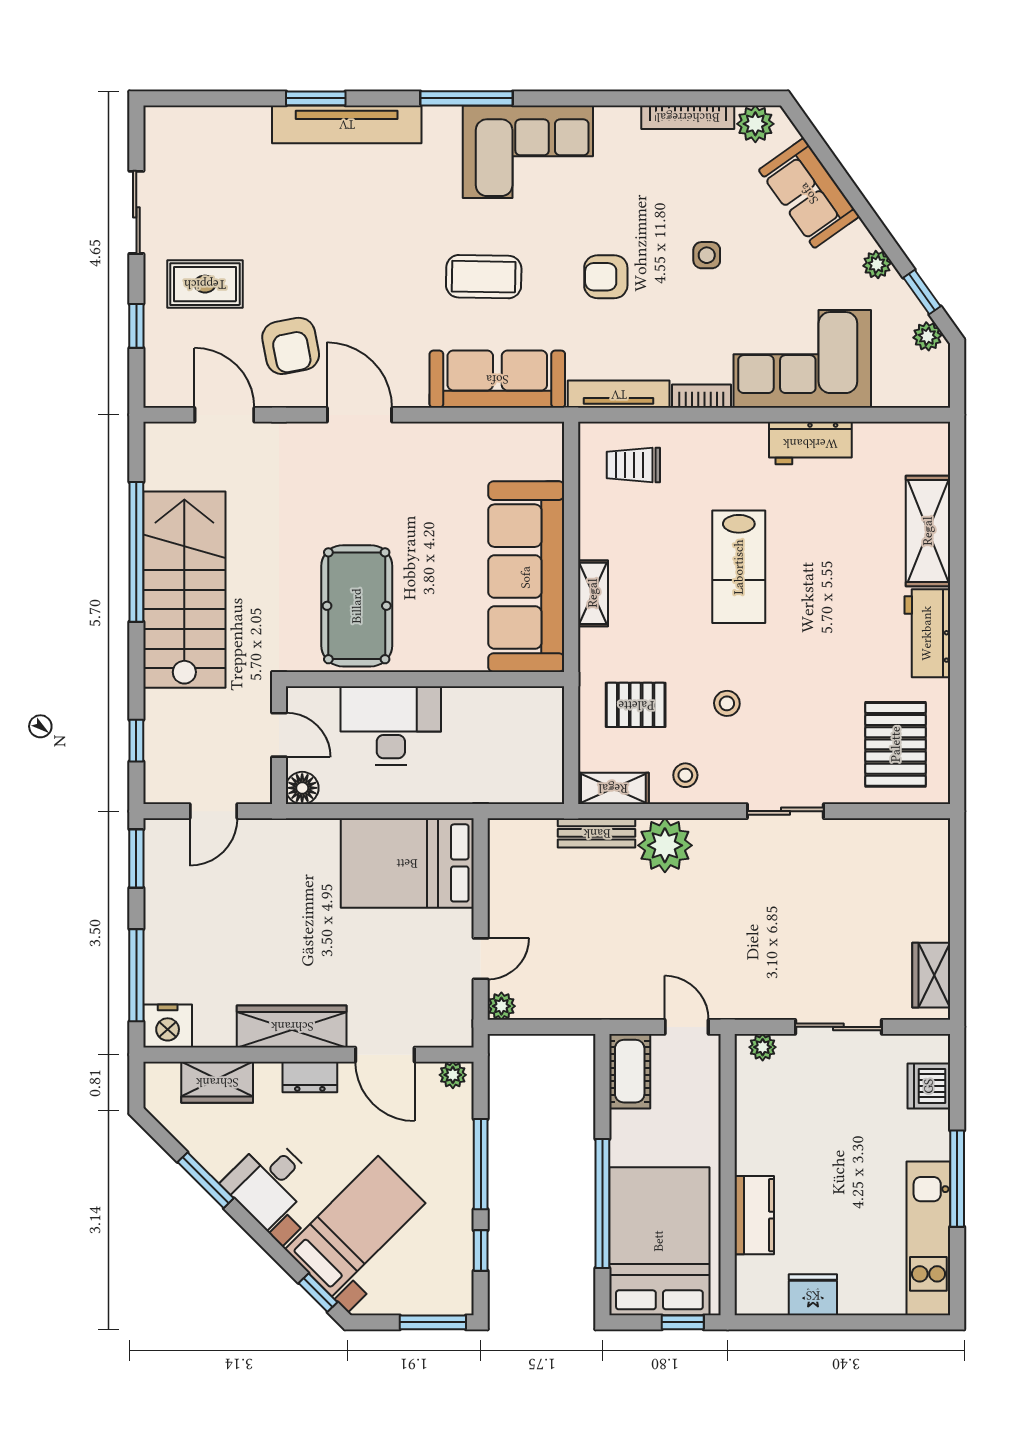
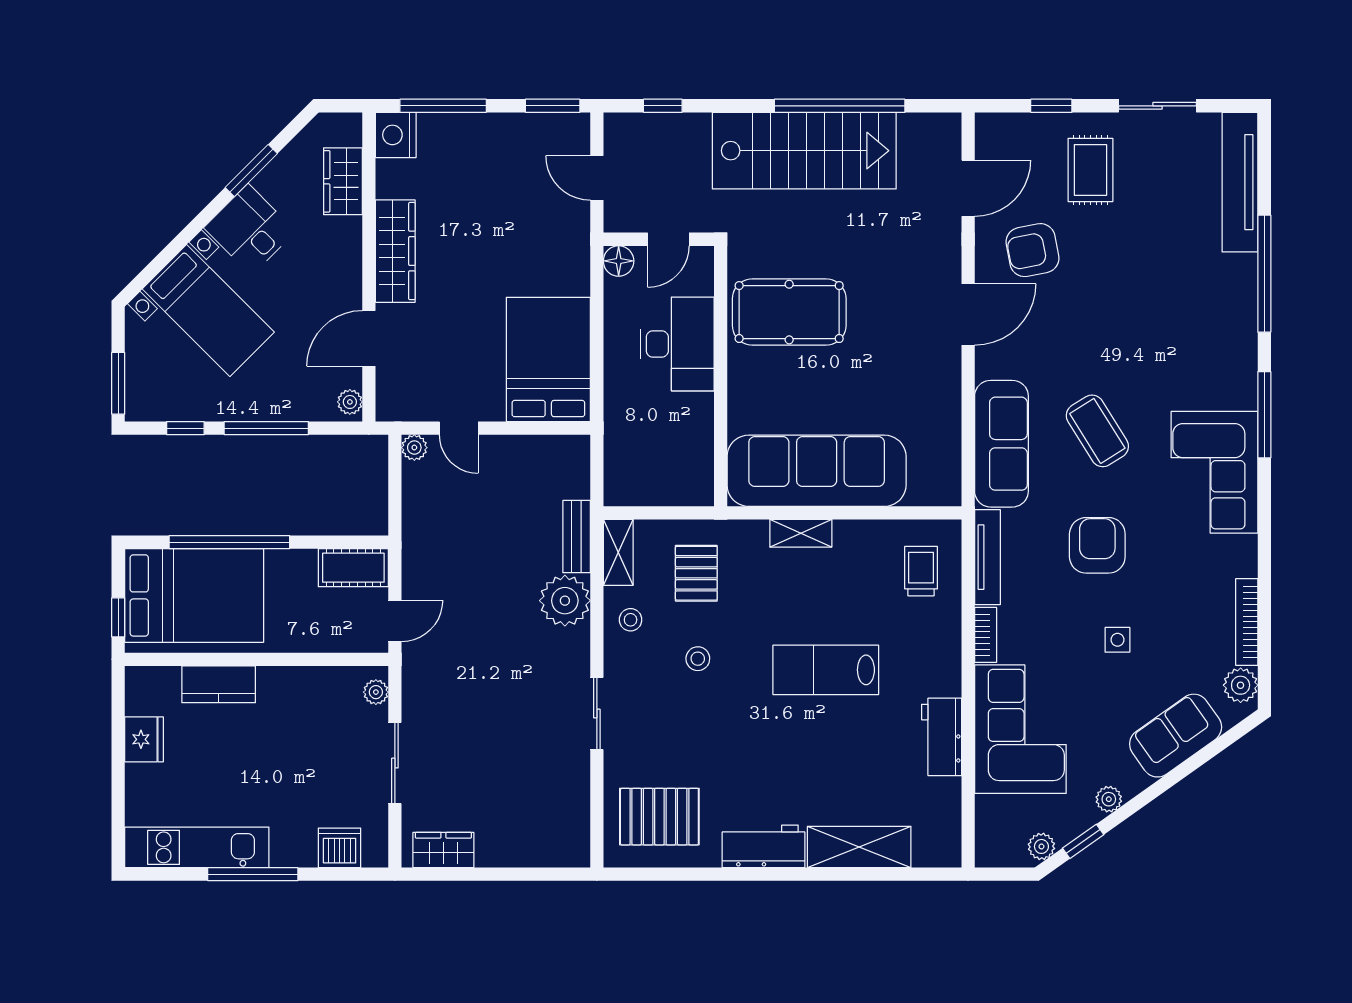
window: (316, 98) -> (1264, 274), width x2.11
tv unit: (347, 124) -> (1240, 182), moved
coffee table: (484, 277) -> (1097, 431), turned -33
armchair: (606, 277) -> (1097, 545), width x1.38, depth x1.38
dresser: (310, 1077) -> (348, 268), removed
window: (318, 1293) -> (146, 276), removed

